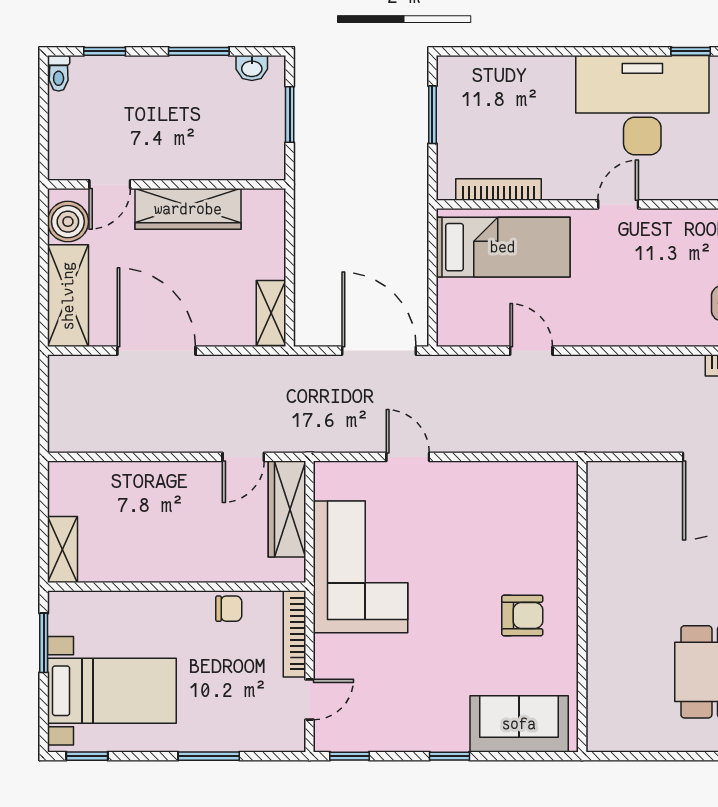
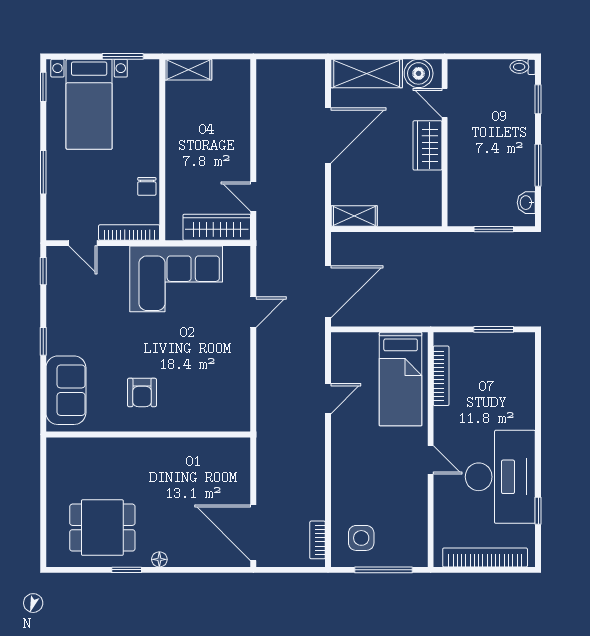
wardrobe: (188, 209) -> (428, 145), width x0.67

